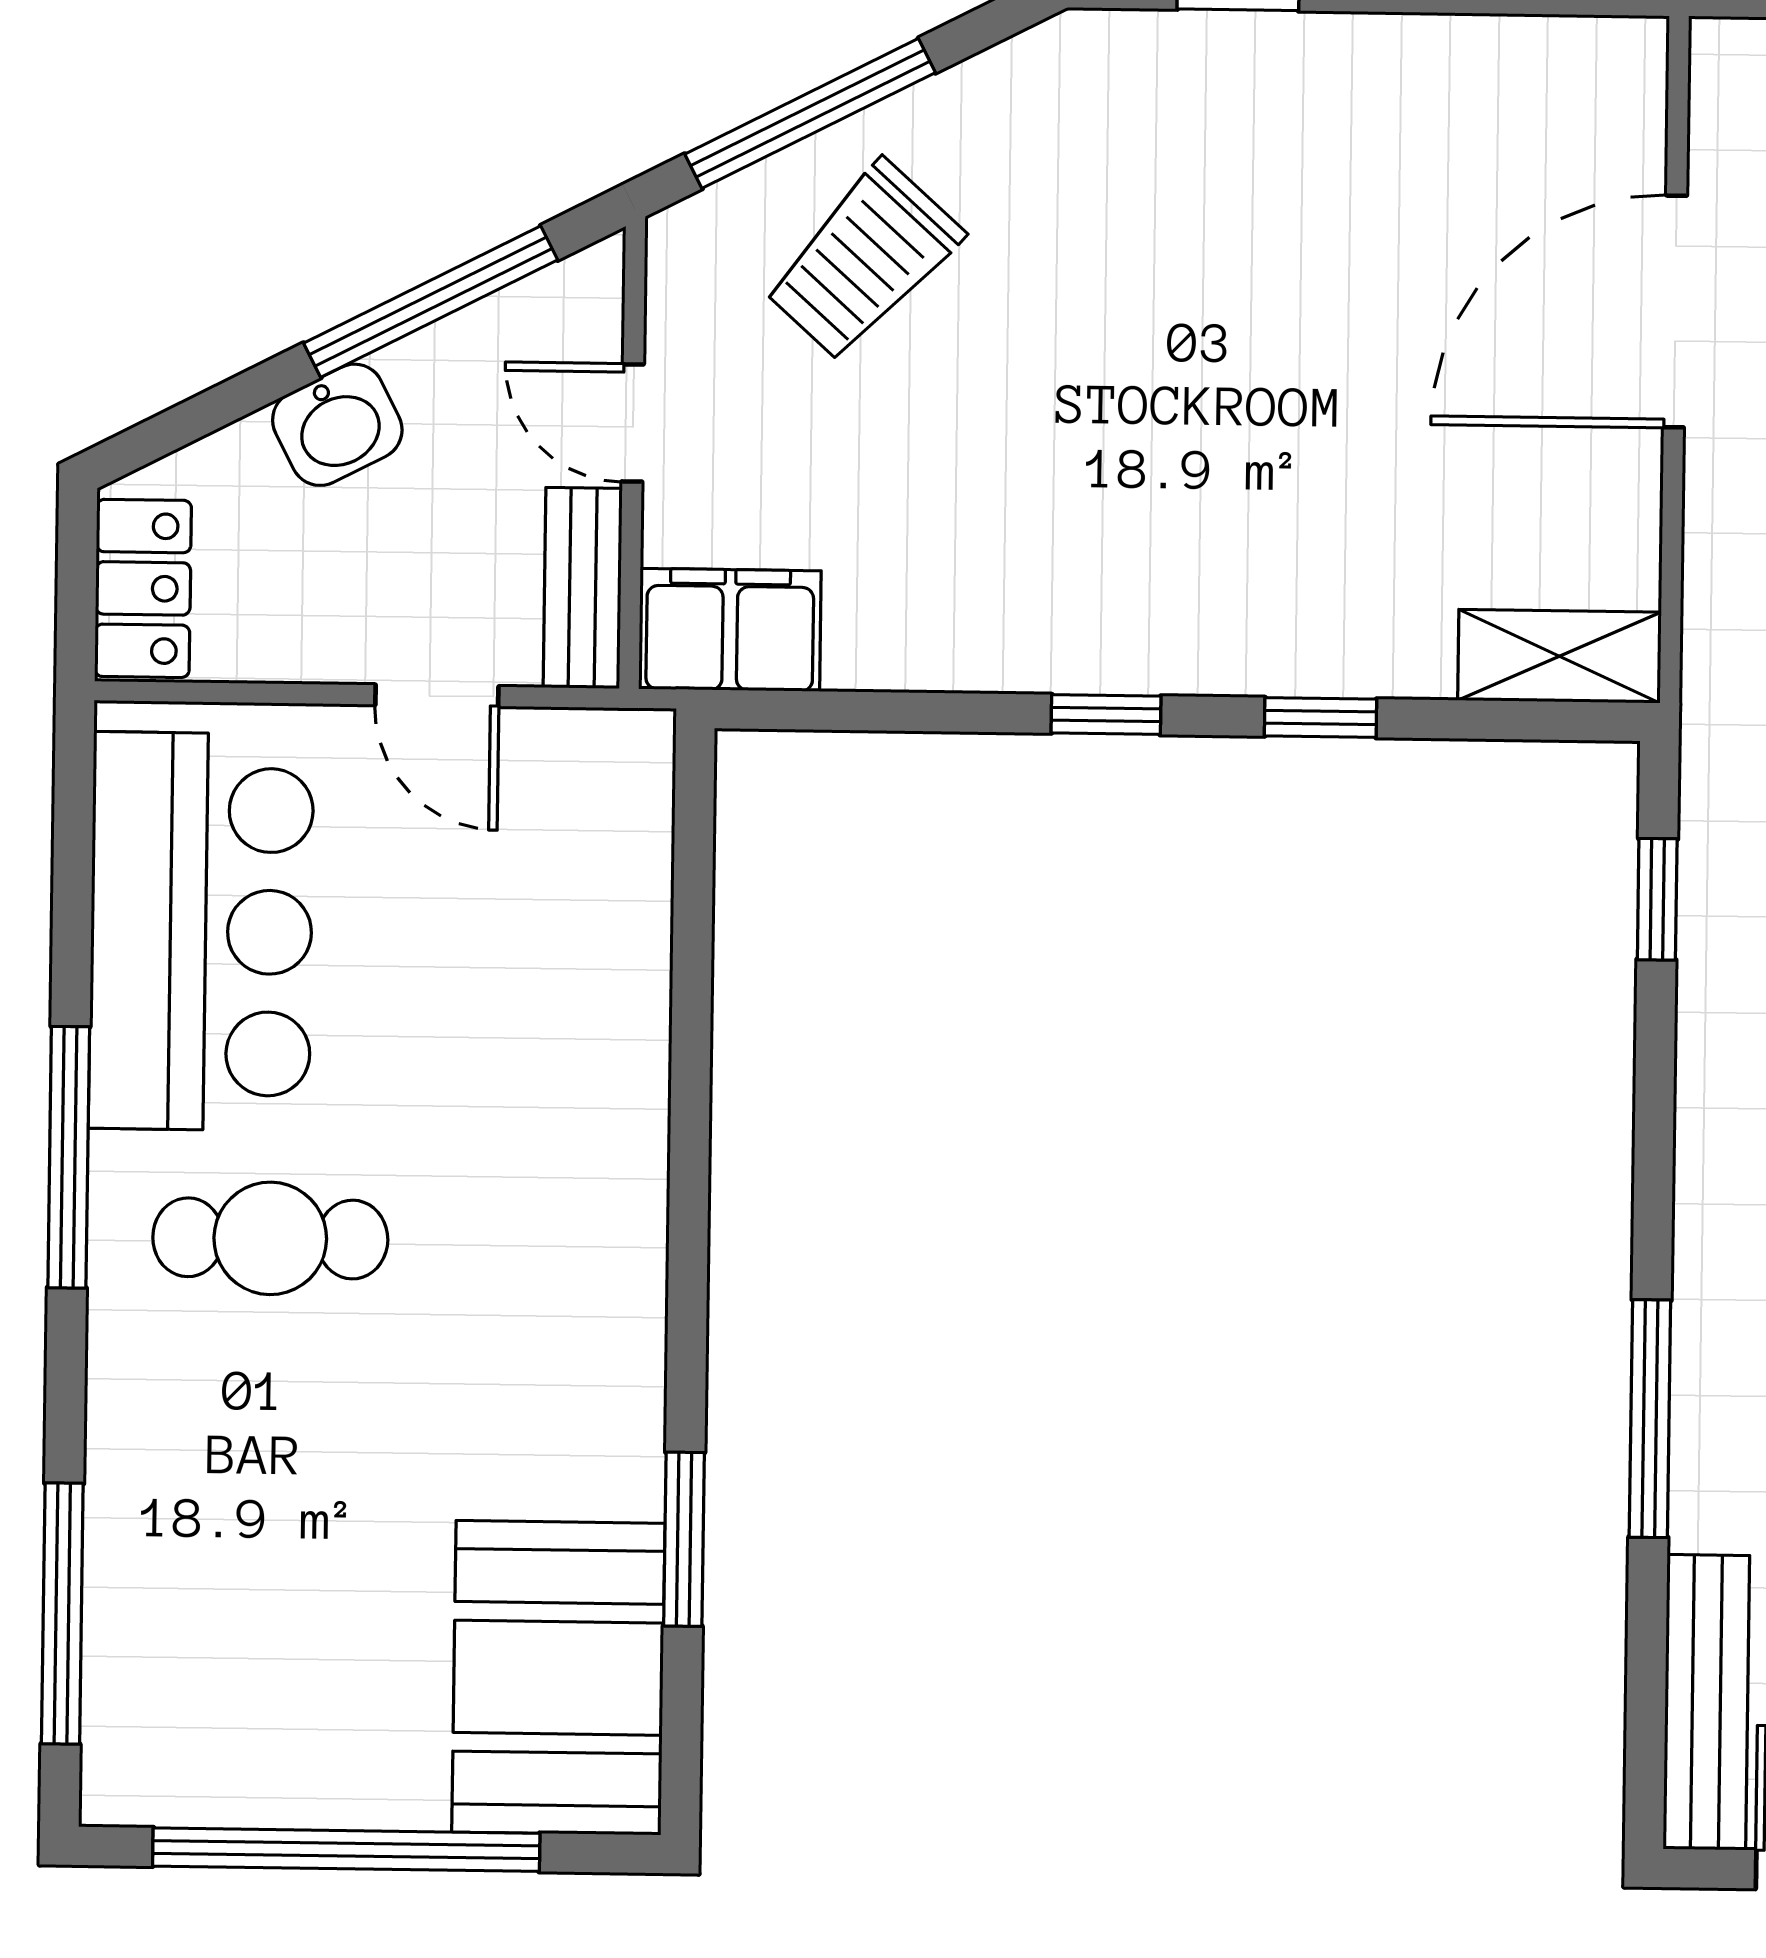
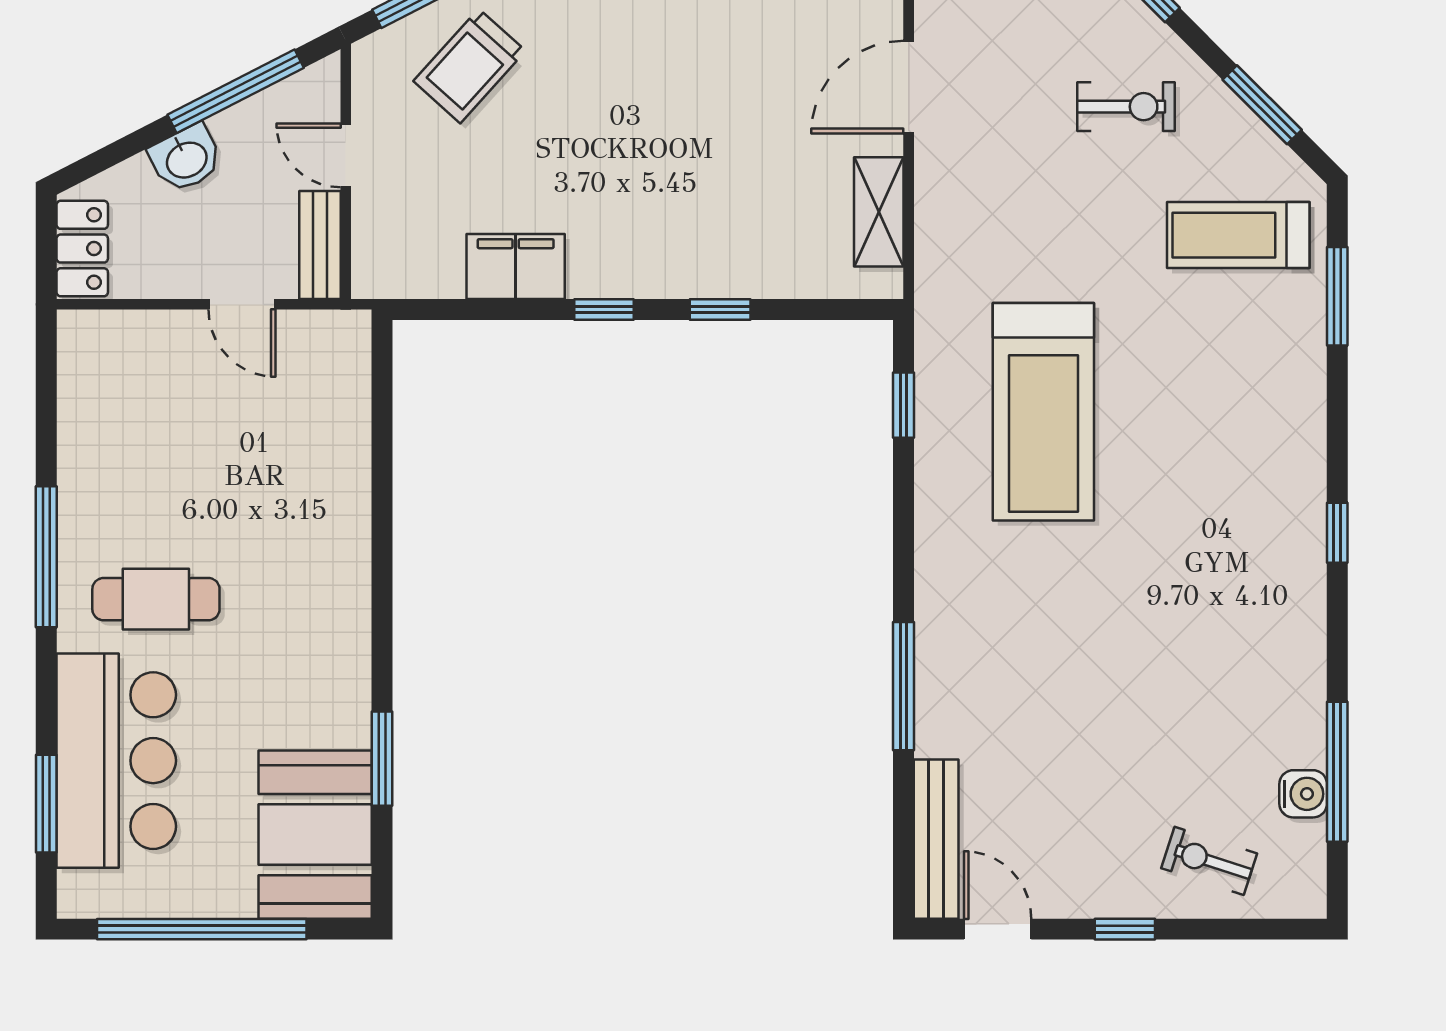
door: (1675, 311) -> (909, 87), width x0.73
filing cabinet: (730, 630) -> (516, 267), moved
shelving: (1559, 656) -> (879, 212), moved, turned 90
bar counter: (201, 931) -> (116, 761), moved
window: (62, 1614) -> (46, 804), width x0.69

